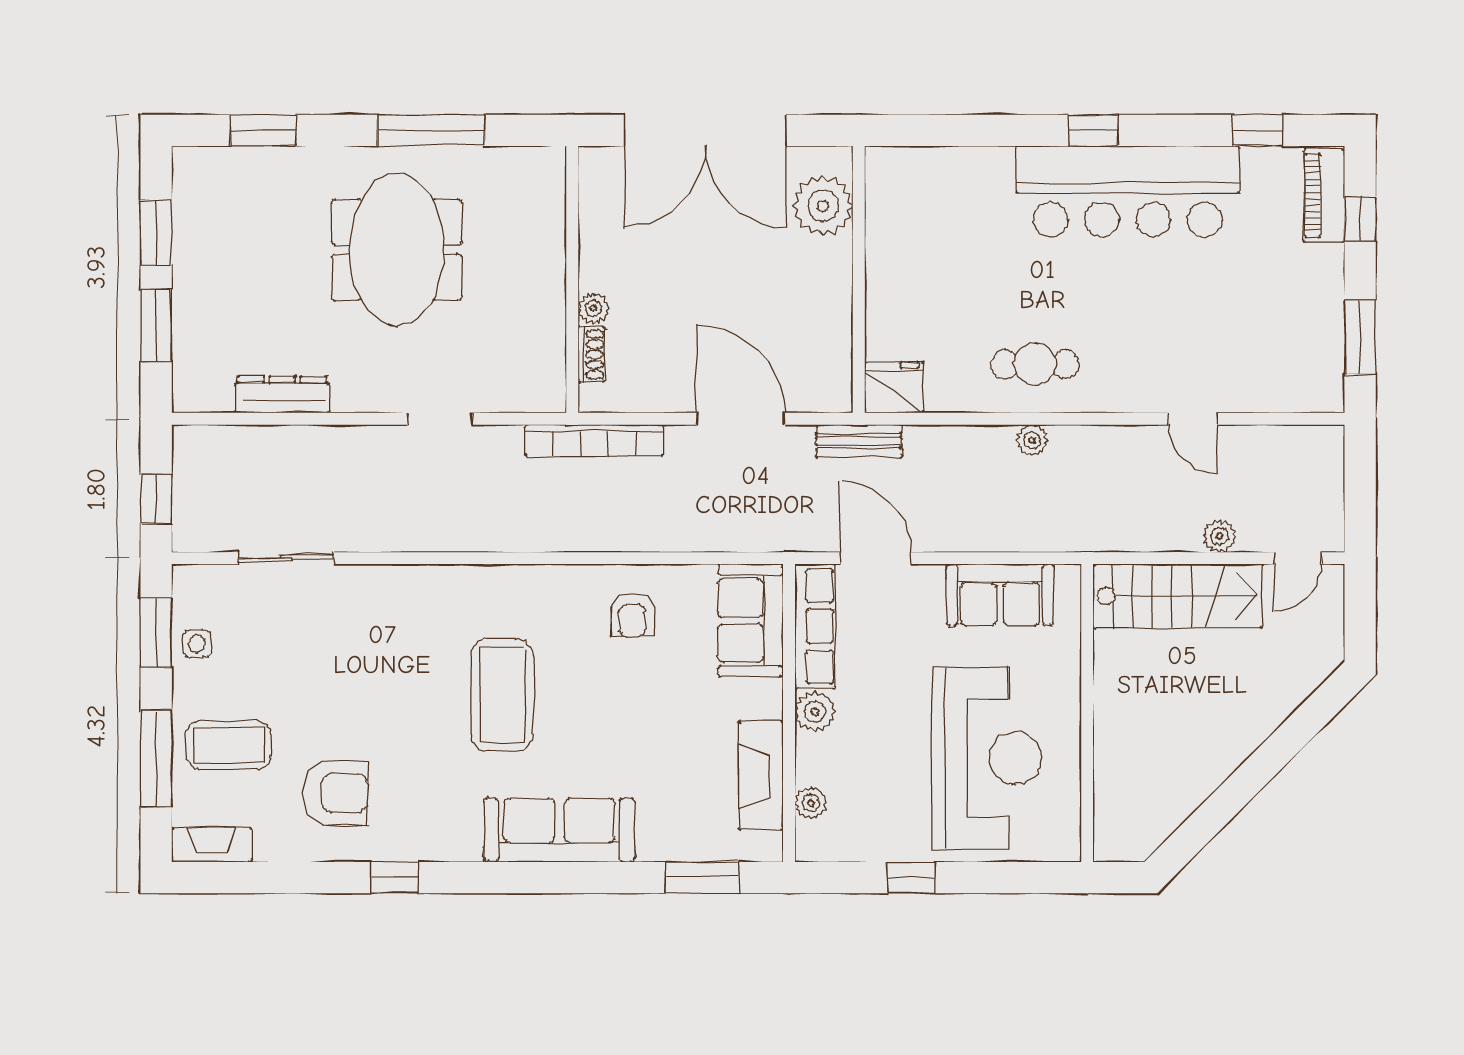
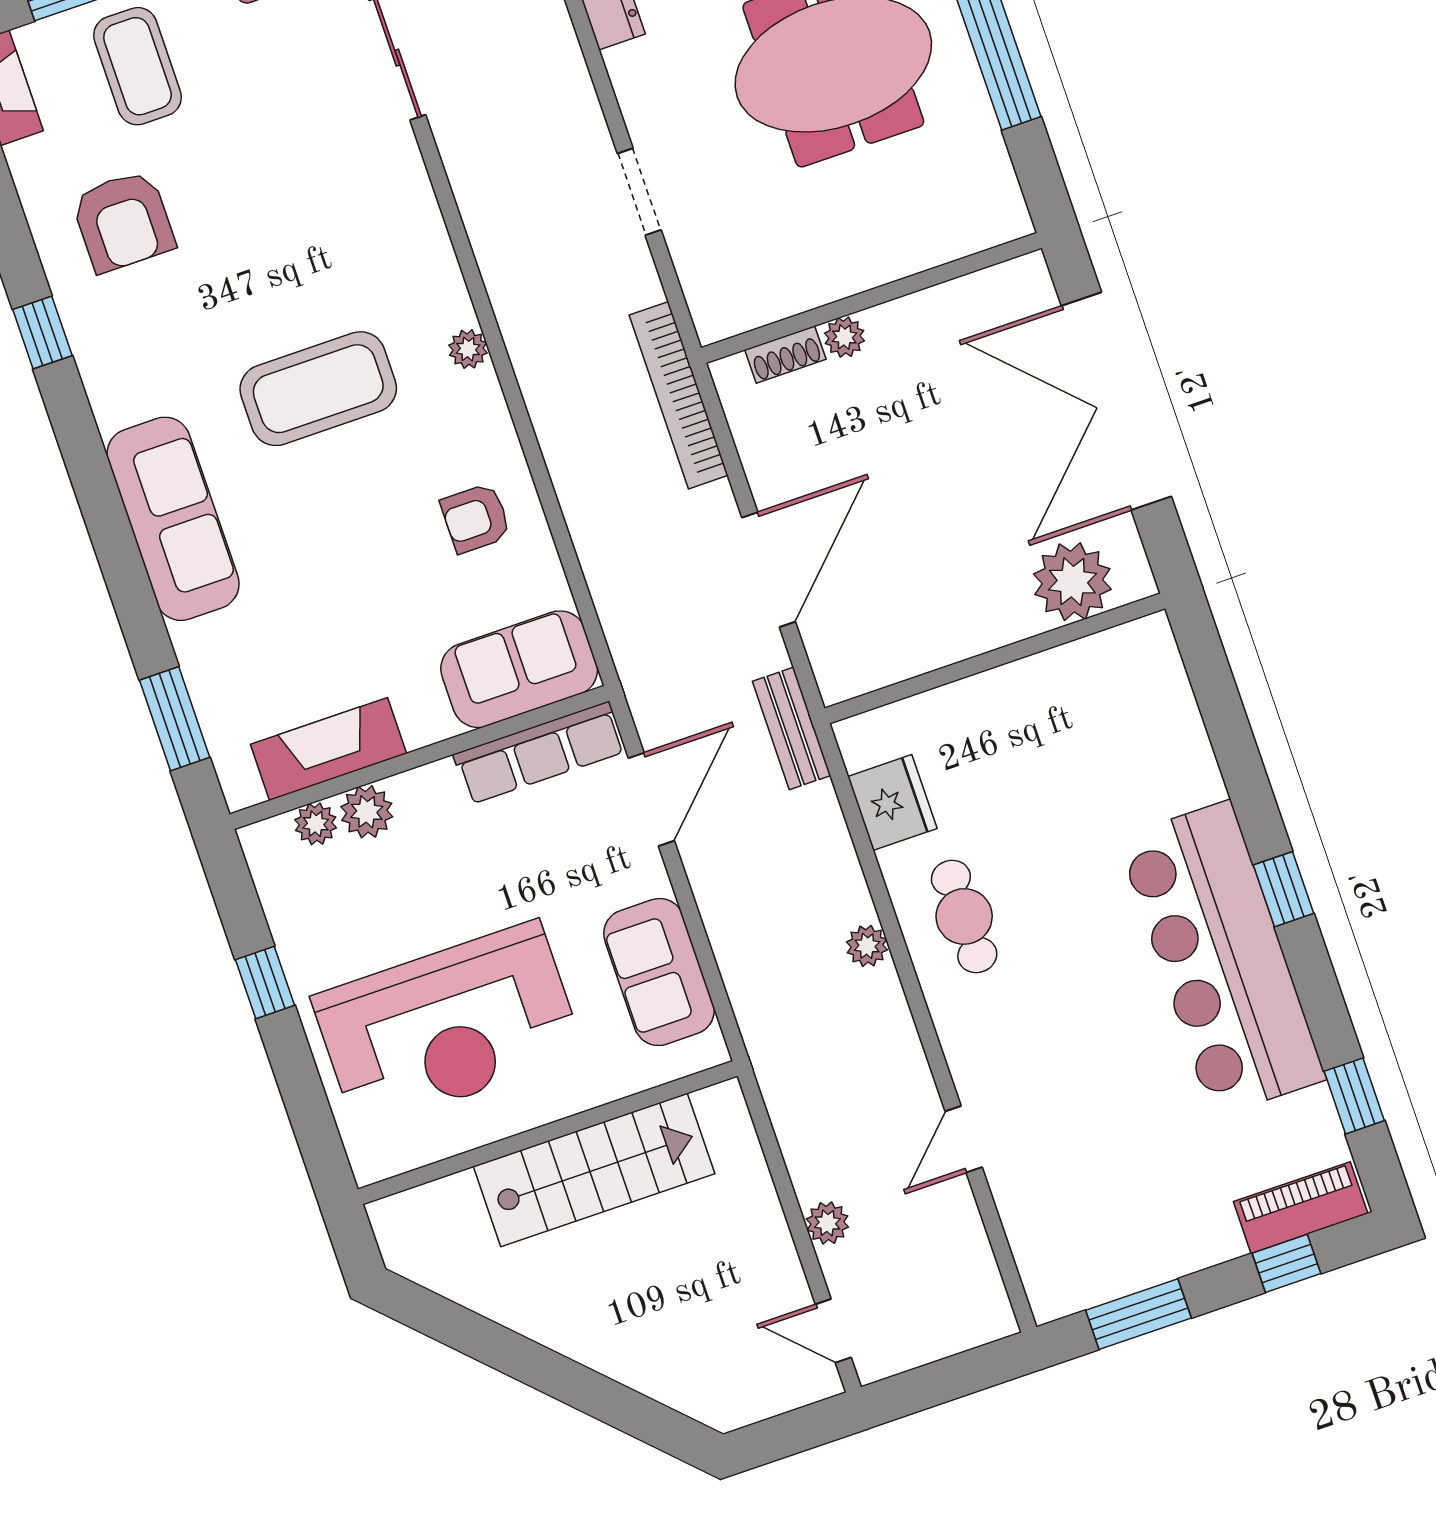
fridge: (894, 388) -> (892, 803), moved
plant: (510, 579) -> (468, 349), added
stairs: (1178, 596) -> (594, 1170), moved, turned -90
plant: (815, 712) -> (367, 812), moved

